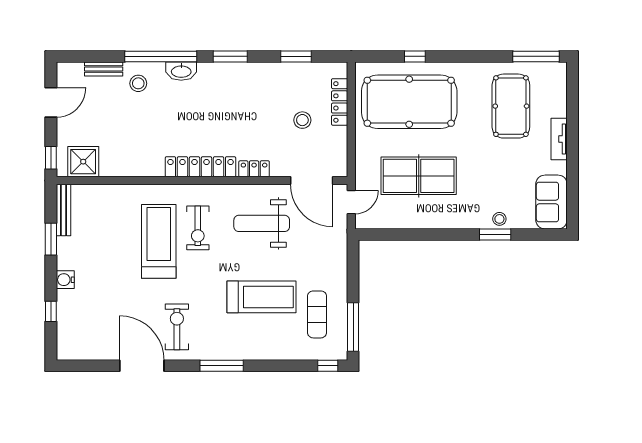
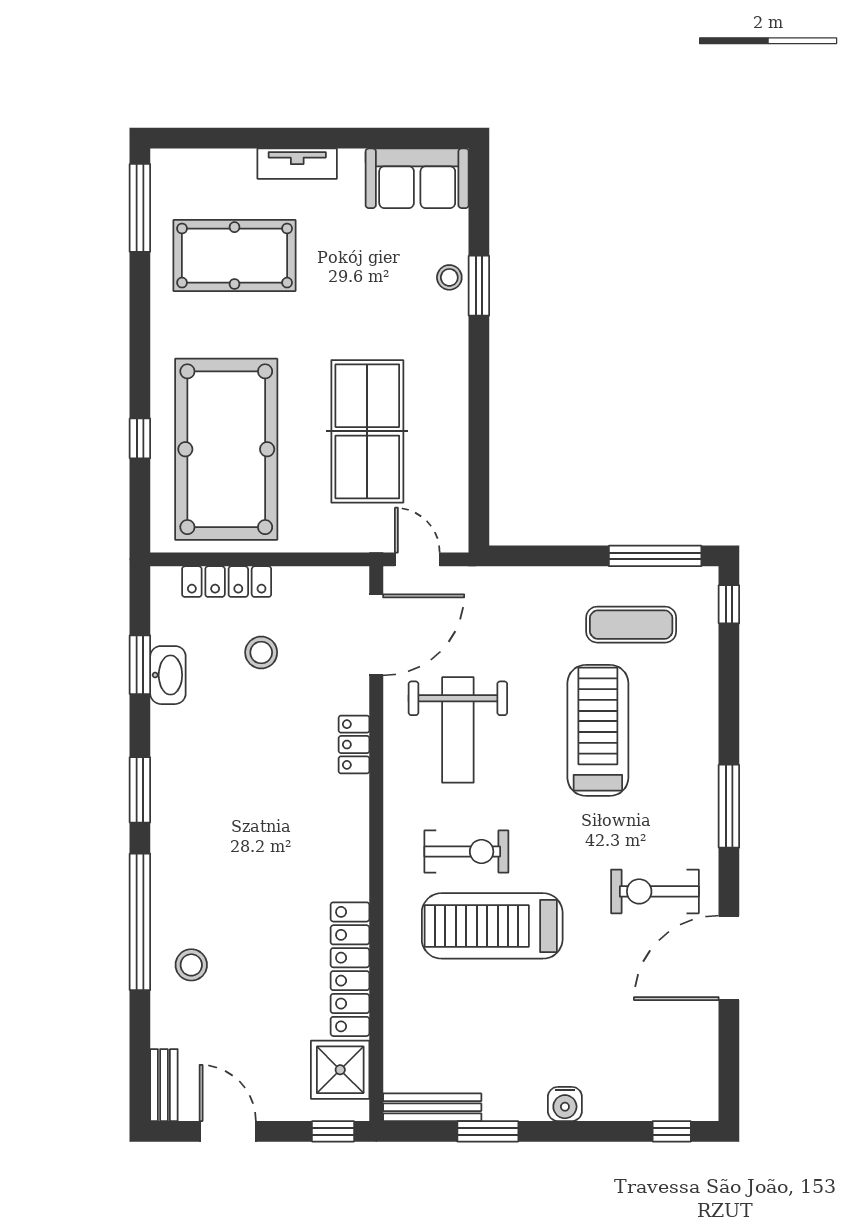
bench: (104, 69) -> (164, 1085), moved
washbasin: (181, 71) -> (168, 675), moved
locker: (200, 167) -> (350, 969), moved
window: (51, 311) -> (672, 1131), moved

